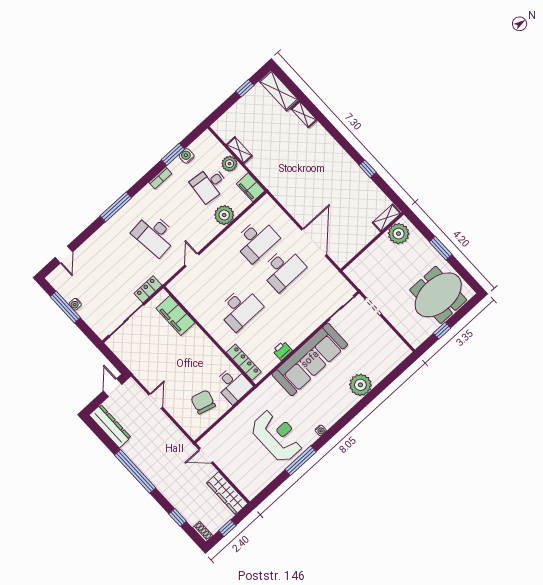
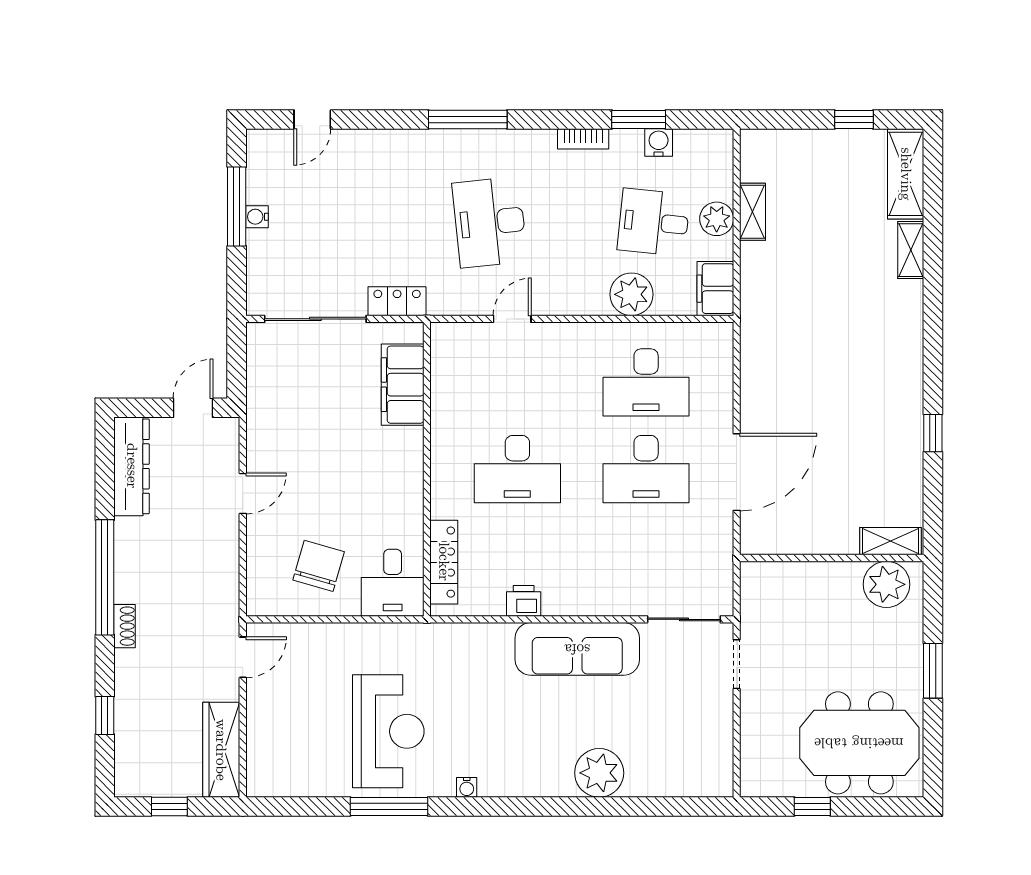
sofa: (310, 359) -> (577, 649), width x0.74, depth x0.79
door: (206, 456) -> (243, 657), swing flipped
shoe rack: (203, 532) -> (125, 626), moved

